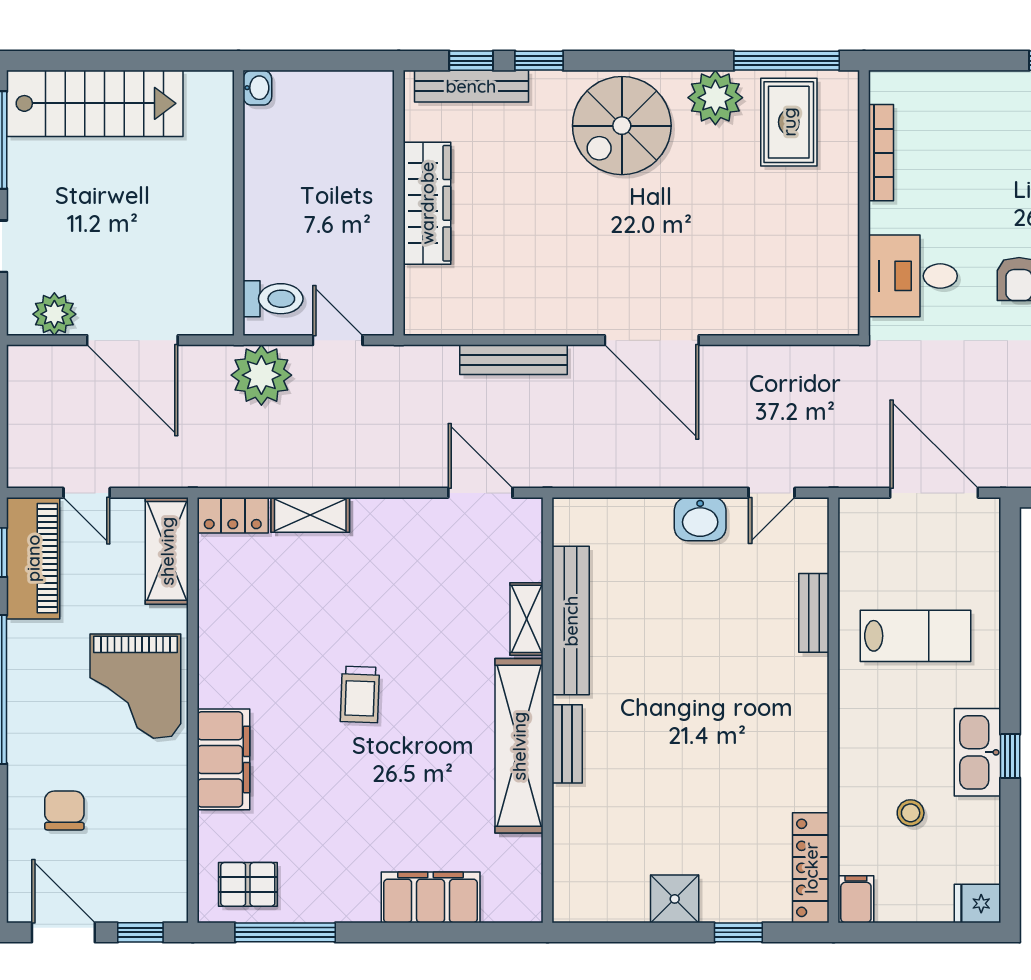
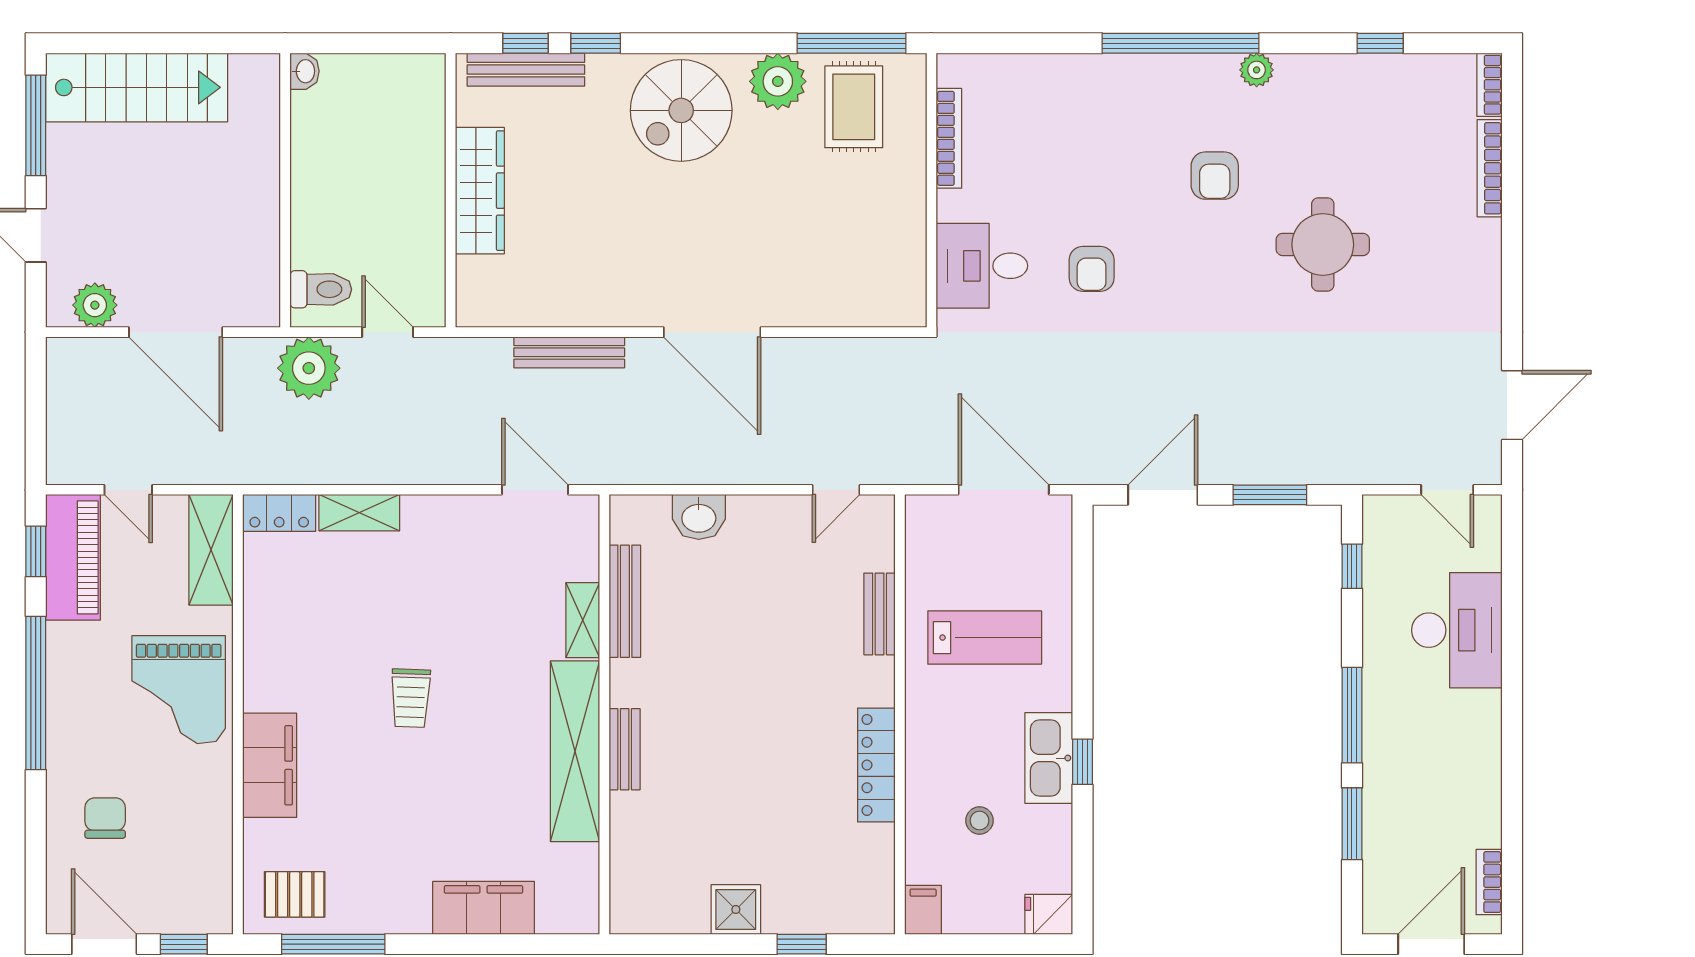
washbasin: (700, 519) -> (699, 517), moved
bench: (571, 621) -> (625, 601), width x0.73, depth x0.82
locker: (811, 868) -> (876, 765), moved

